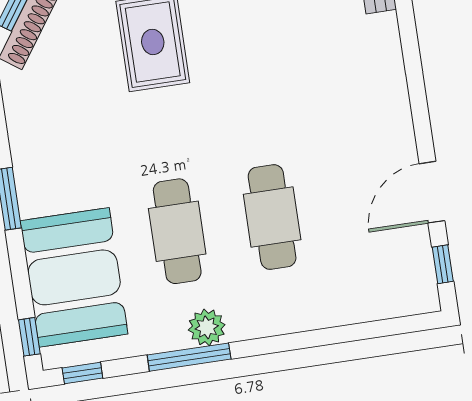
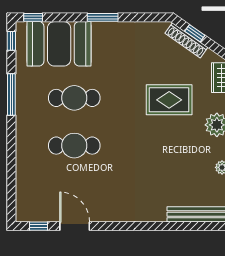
plant: (207, 327) -> (25, 105), removed

